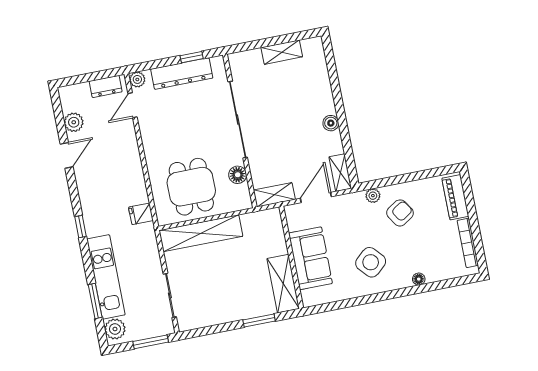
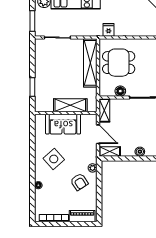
shelving: (283, 284) -> (70, 105), moved

